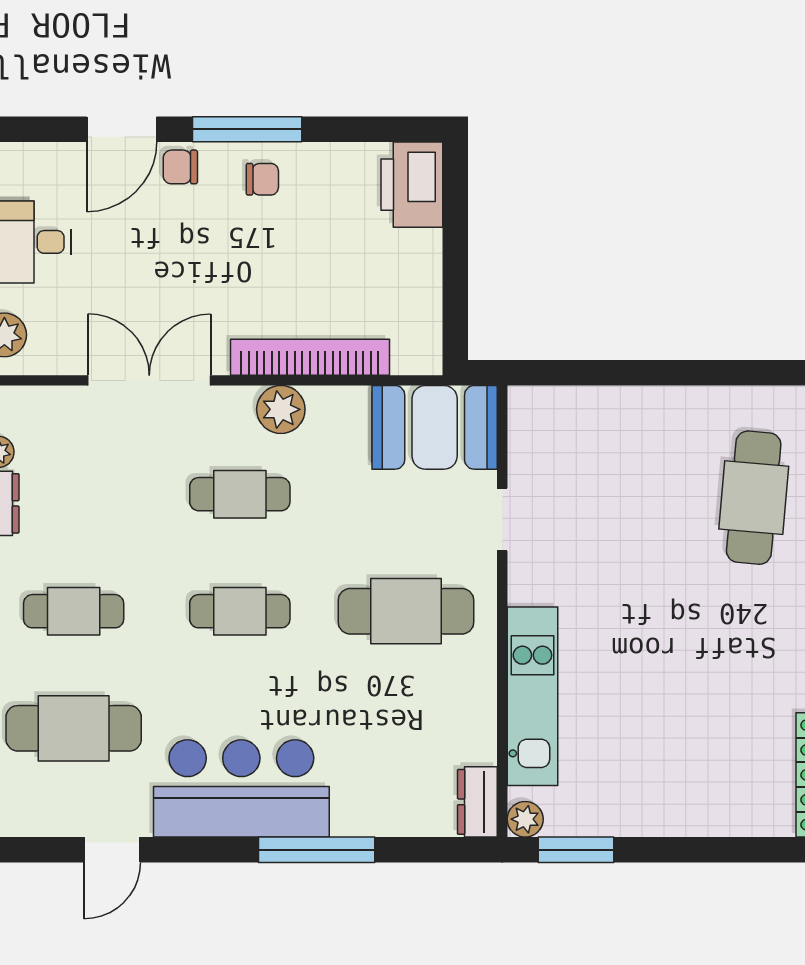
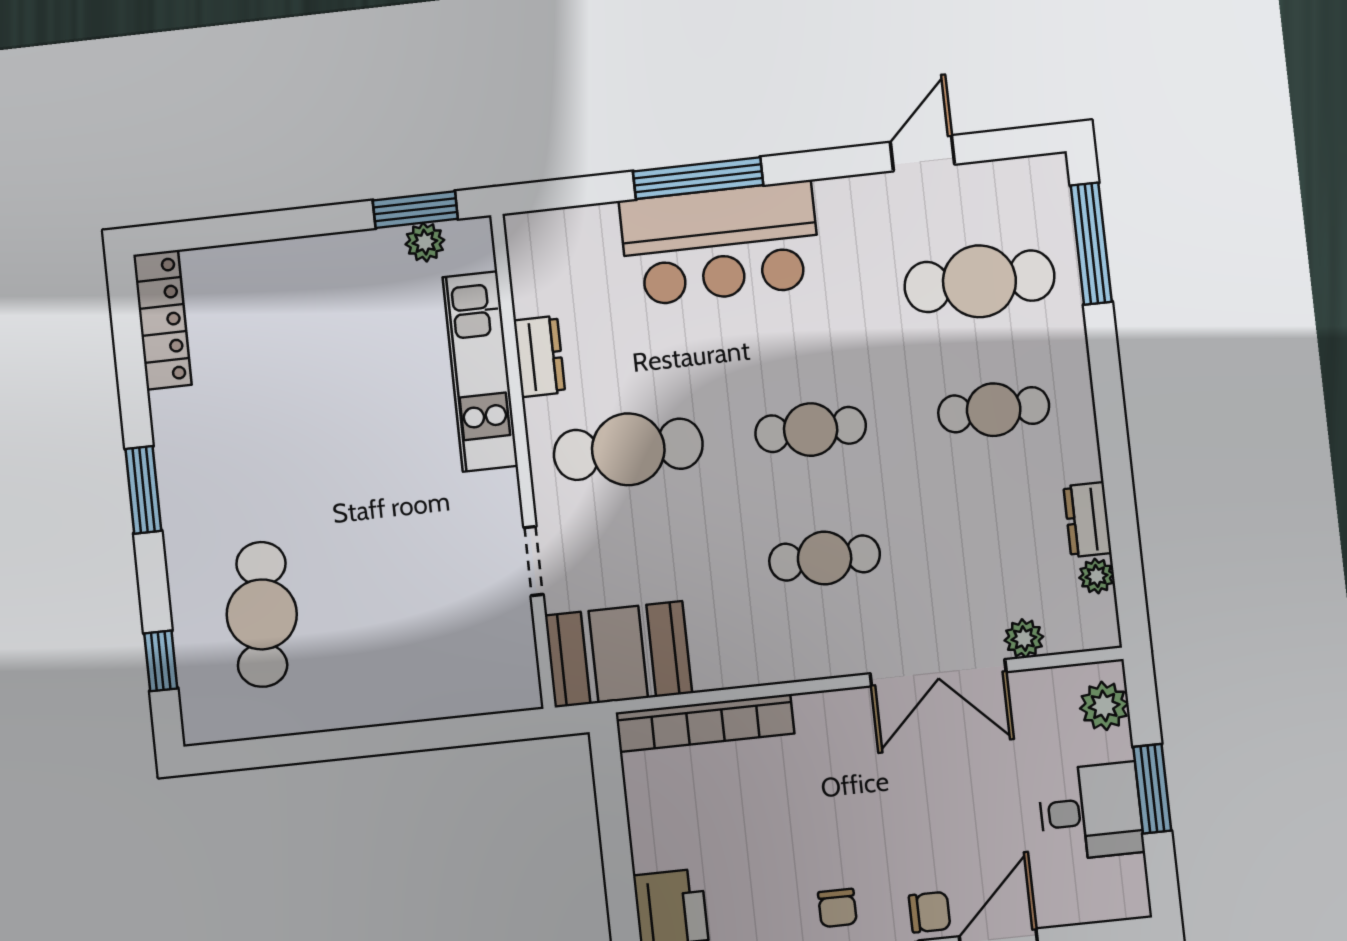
chair: (262, 179) -> (837, 908), turned -90
bookcase: (310, 357) -> (705, 723), moved
plant: (281, 409) -> (1024, 638), moved, width x0.73, depth x0.73
bar counter: (241, 788) -> (720, 243), moved
dresser: (477, 802) -> (539, 356), moved
plant: (525, 819) -> (425, 242), moved

